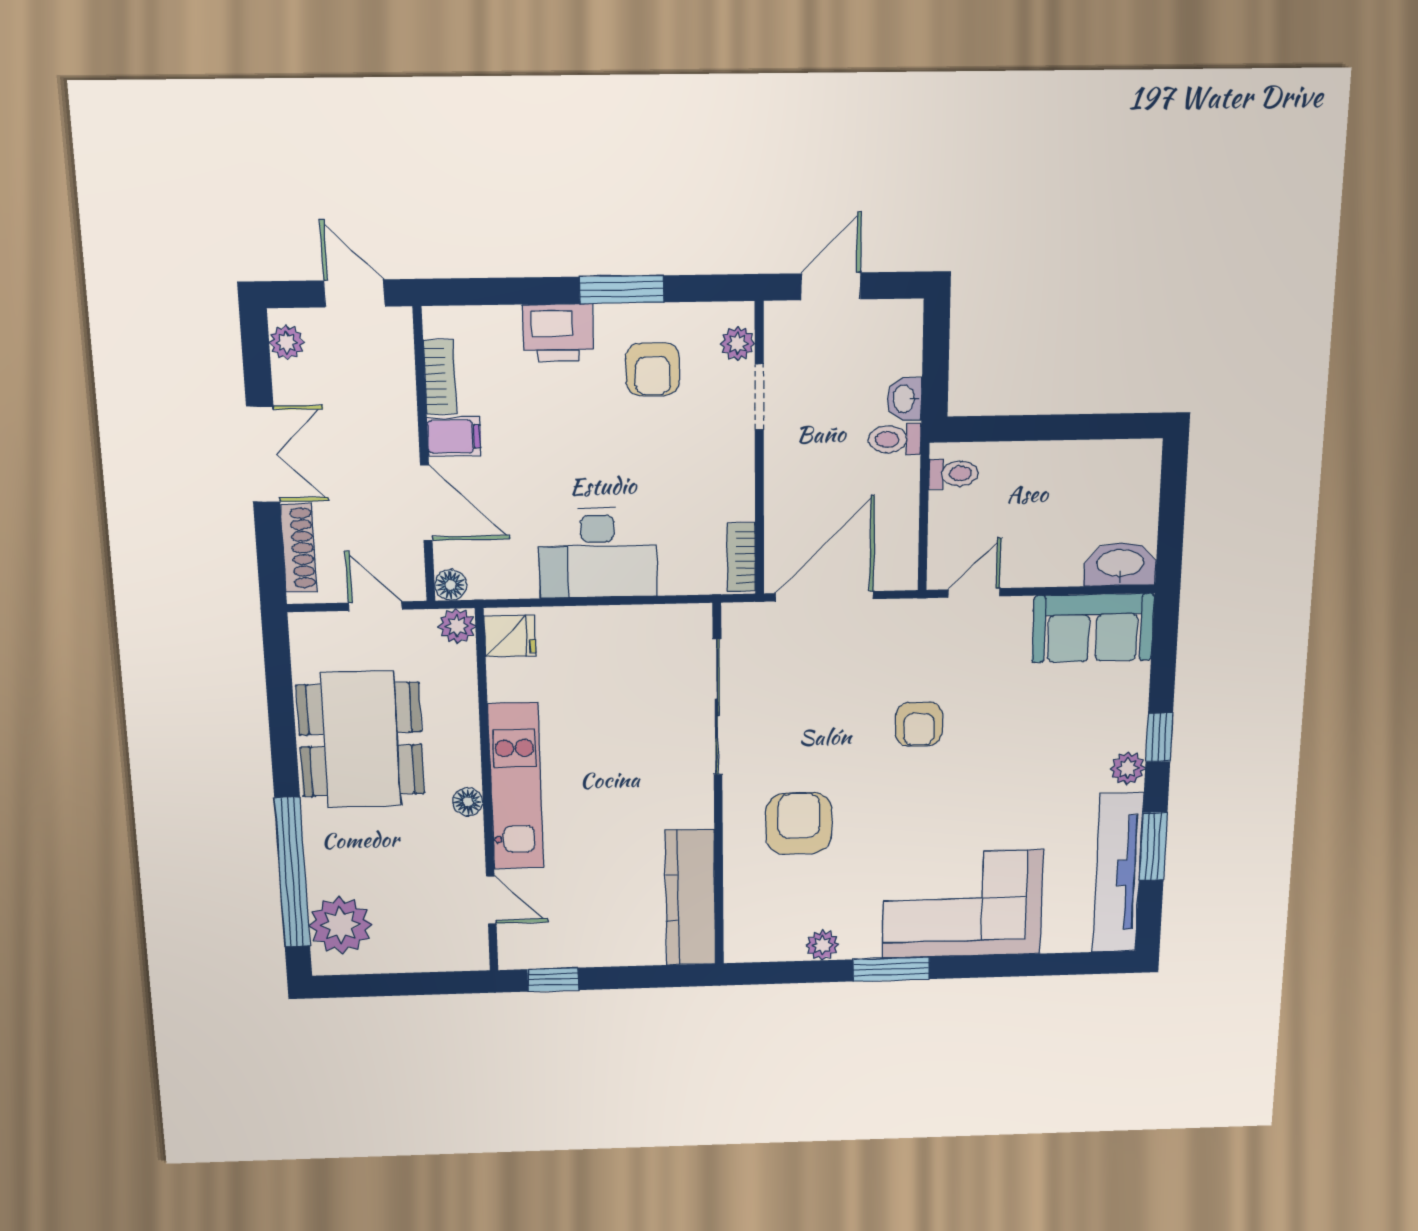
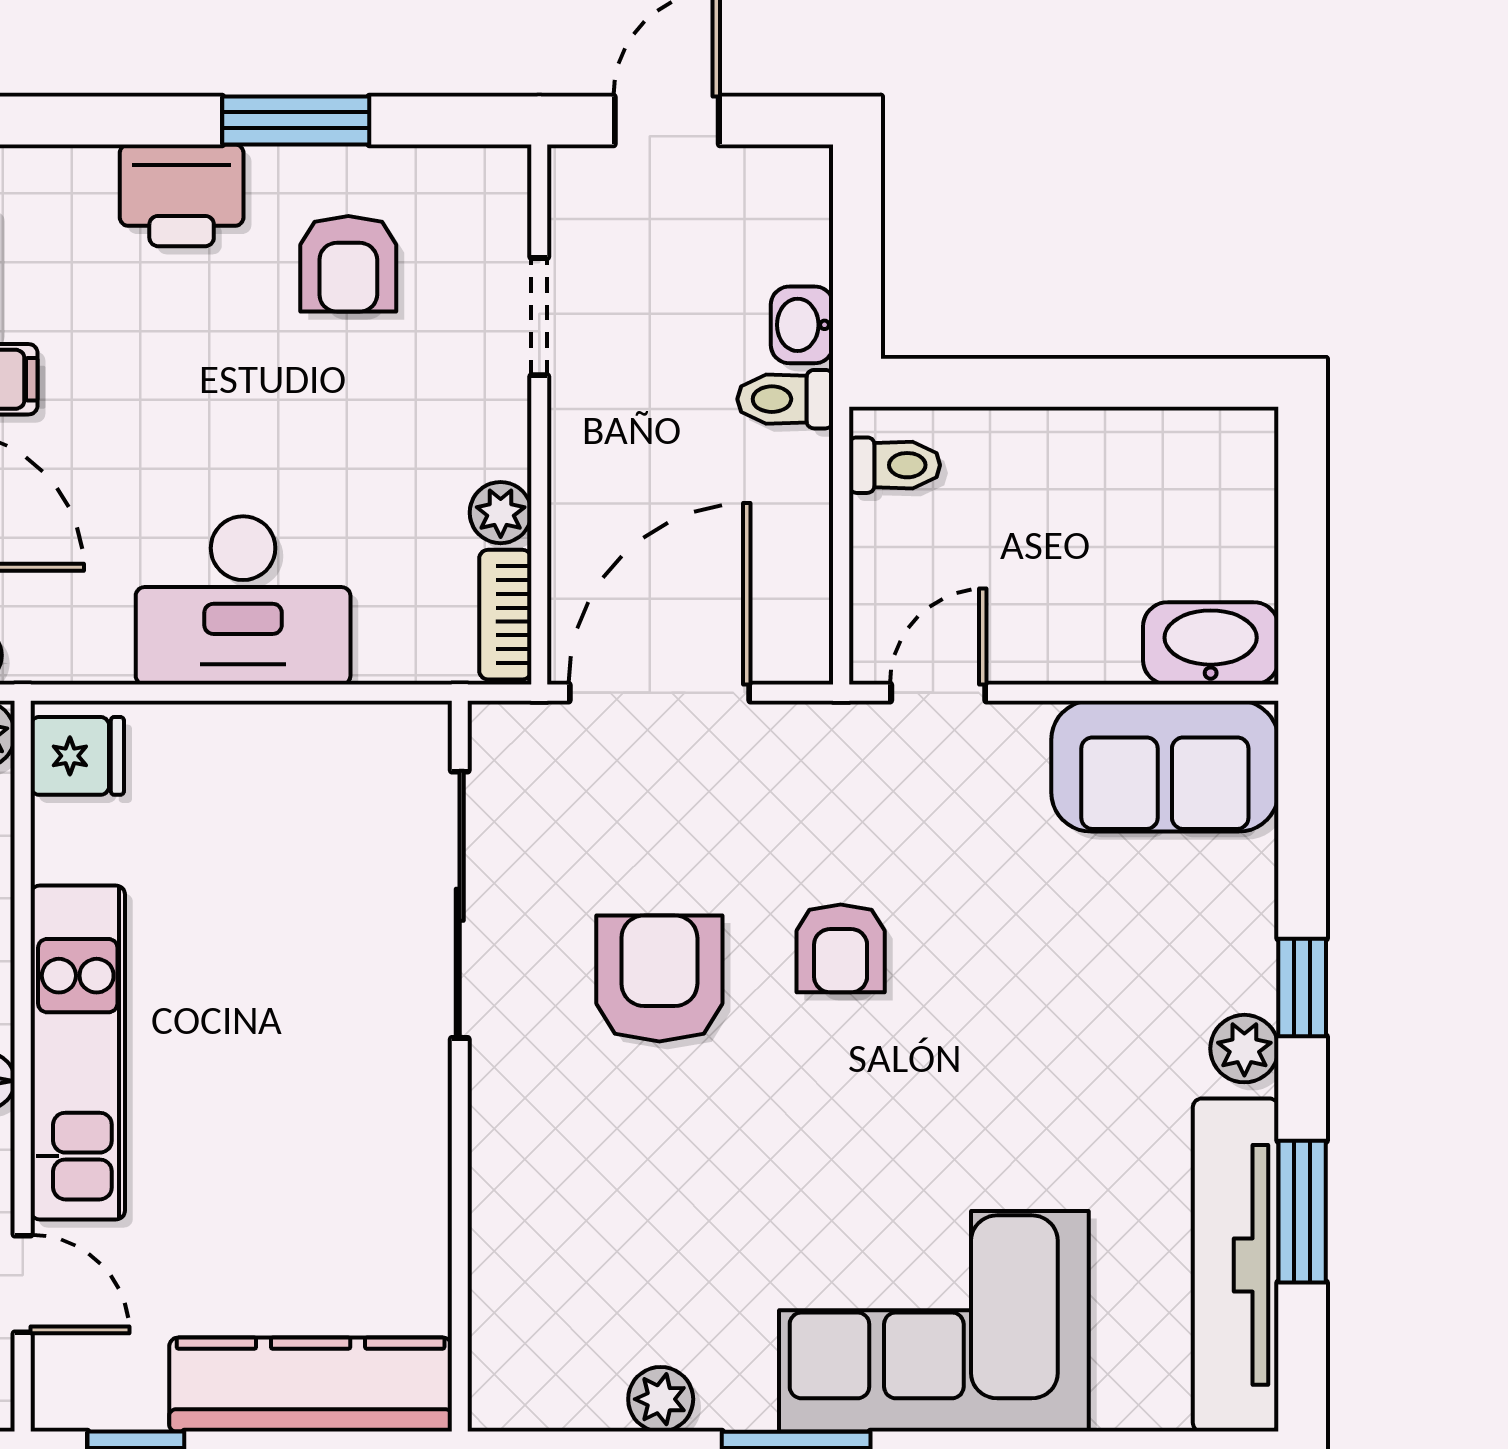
plant: (738, 343) -> (501, 513), moved
armchair: (799, 823) -> (659, 978), moved
kitchen counter: (690, 897) -> (311, 1385), moved, turned 90

